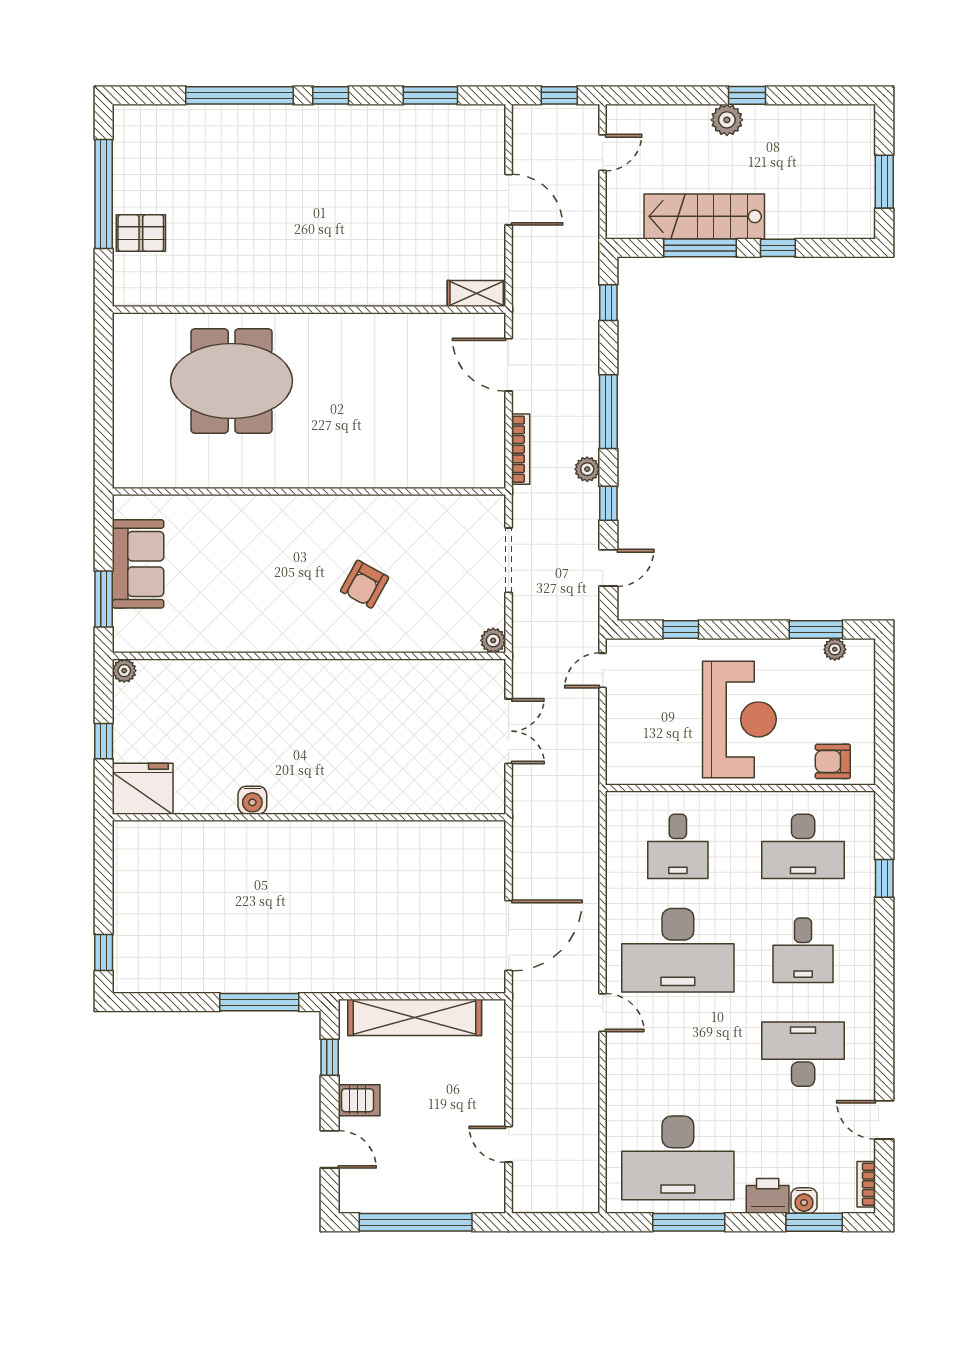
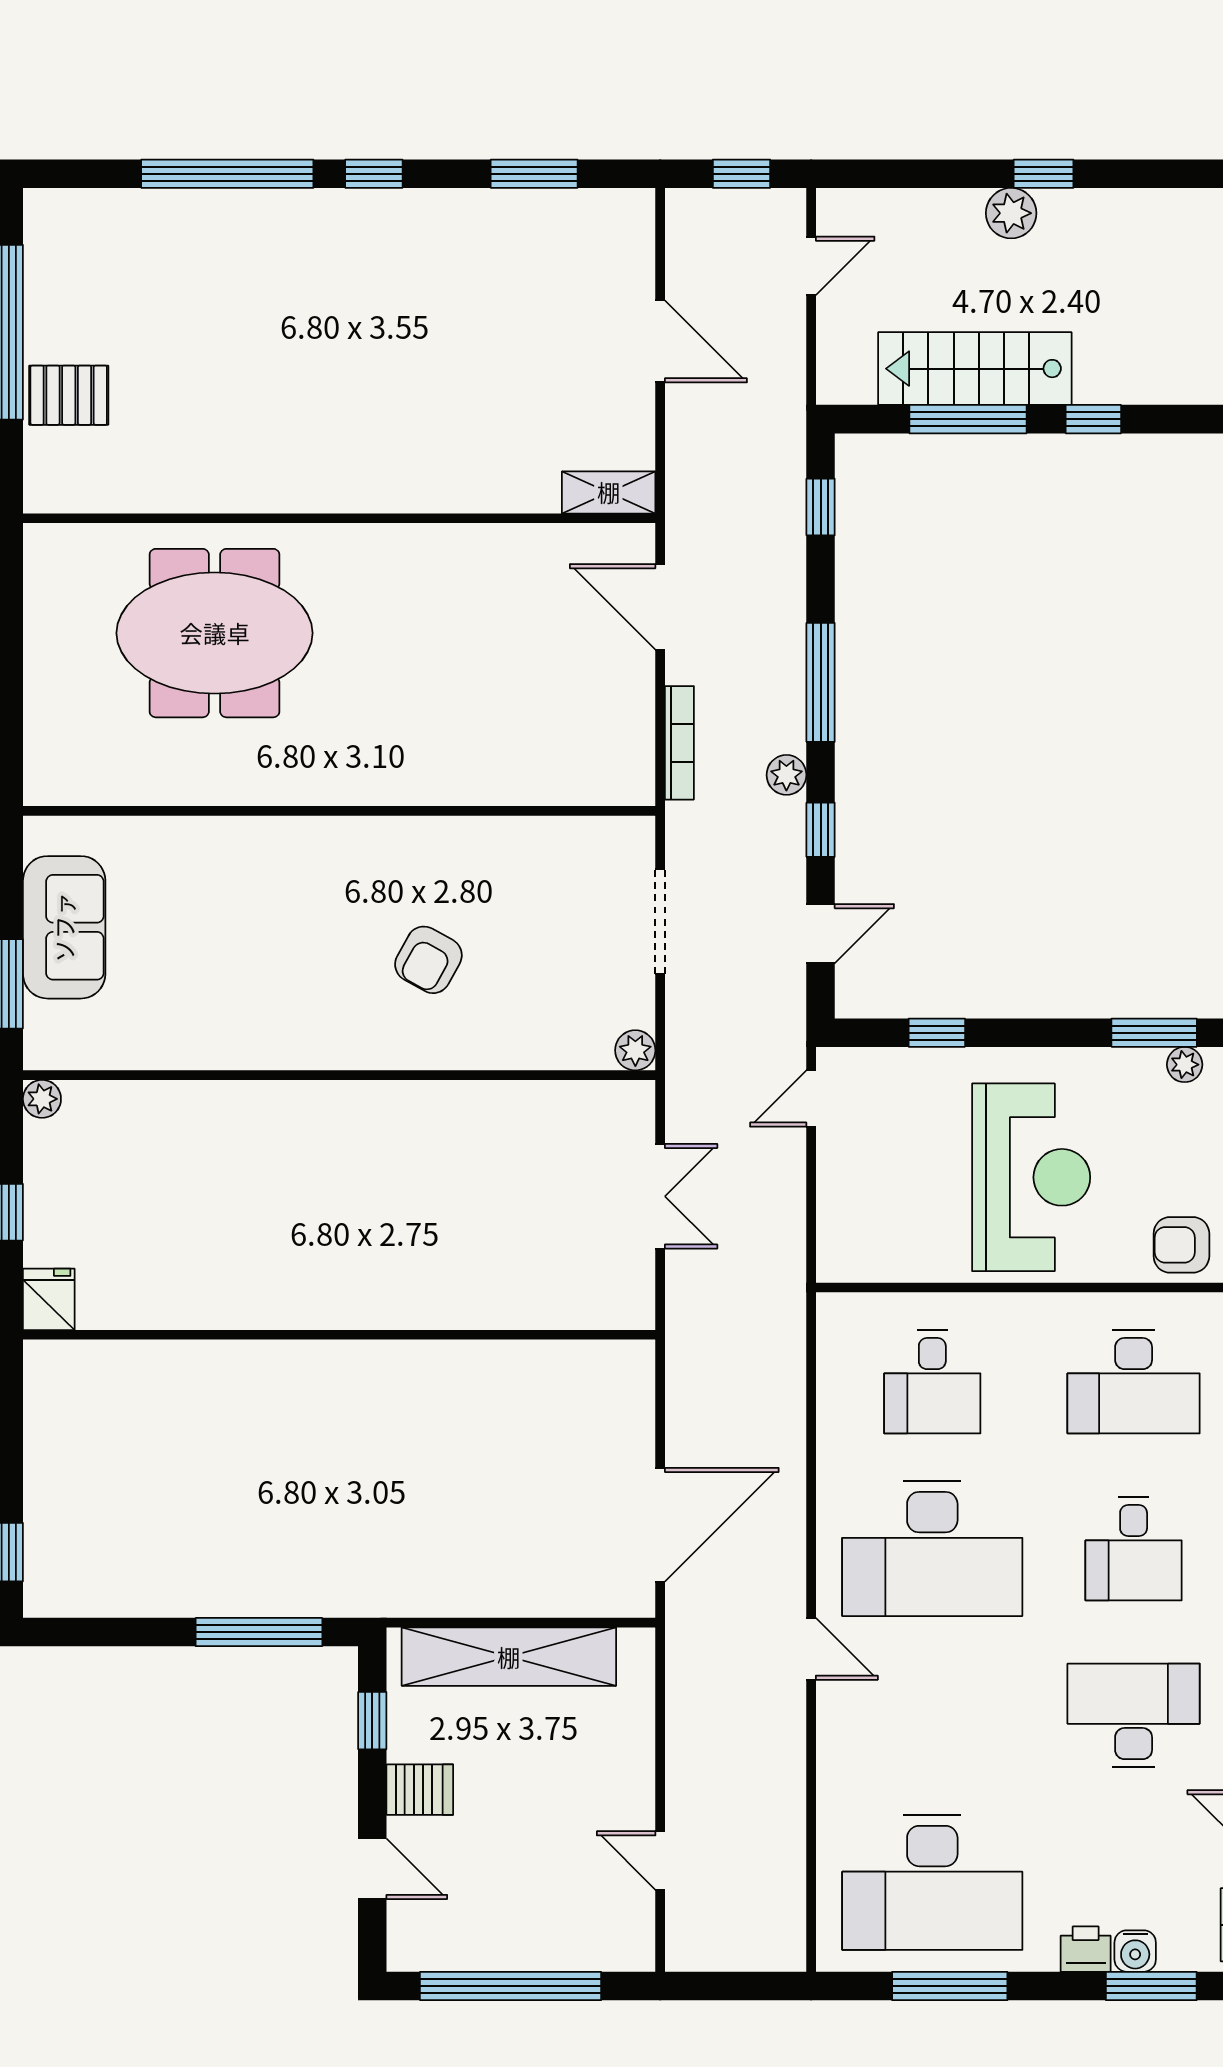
fridge: (143, 789) -> (49, 1299), width x0.53, depth x0.75
water cooler: (252, 800) -> (248, 1307), removed
printer: (768, 1196) -> (1086, 1949), width x0.73, depth x0.81

